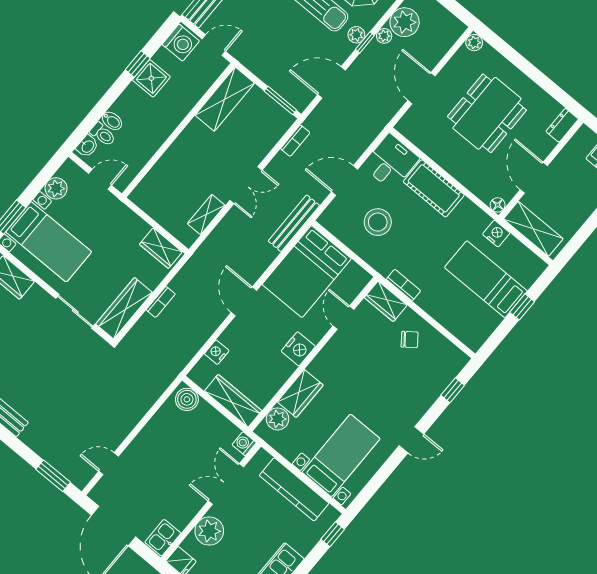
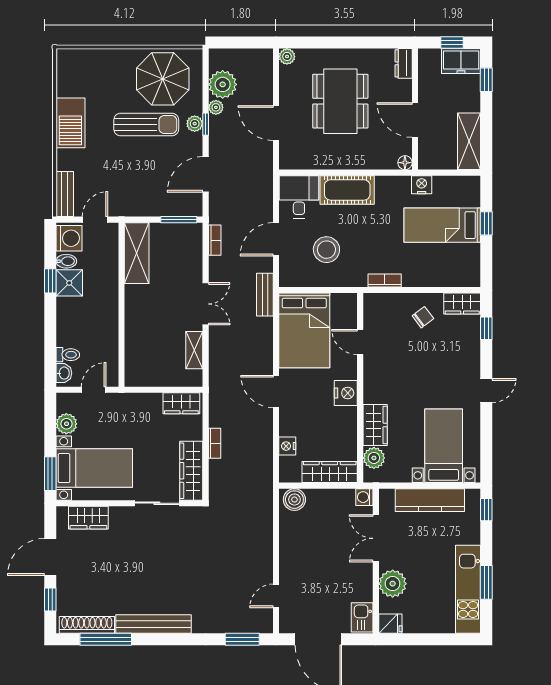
bidet: (112, 121) -> (66, 261), moved
bench: (294, 223) -> (265, 295), width x0.73
shelving: (533, 229) -> (469, 141), moved, turned 90
wardrobe: (386, 301) -> (462, 304), moved

